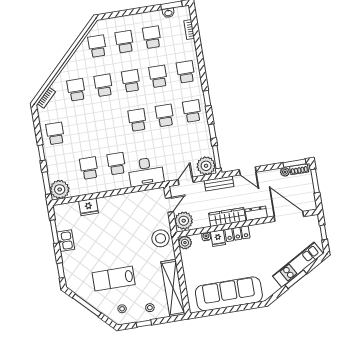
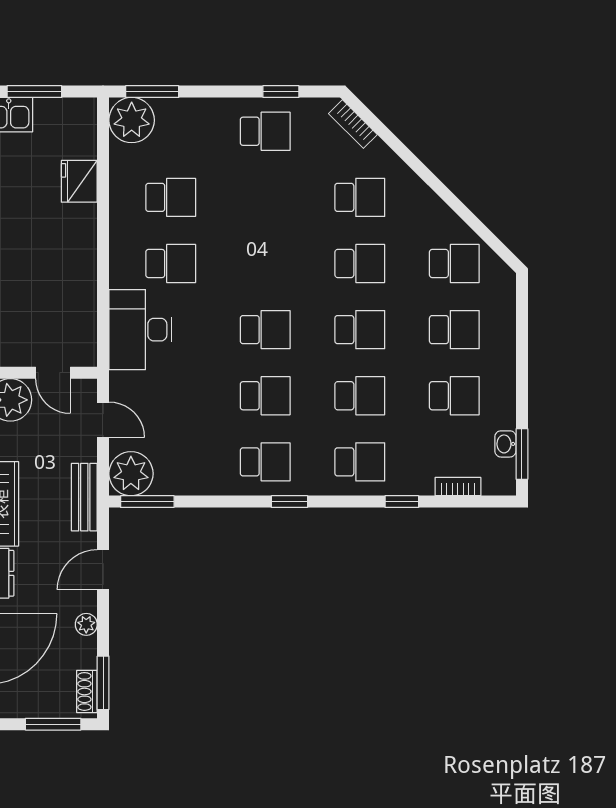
window: (212, 131) -> (402, 502), moved
window: (42, 153) -> (281, 92), moved
plant: (285, 172) -> (86, 624), moved

